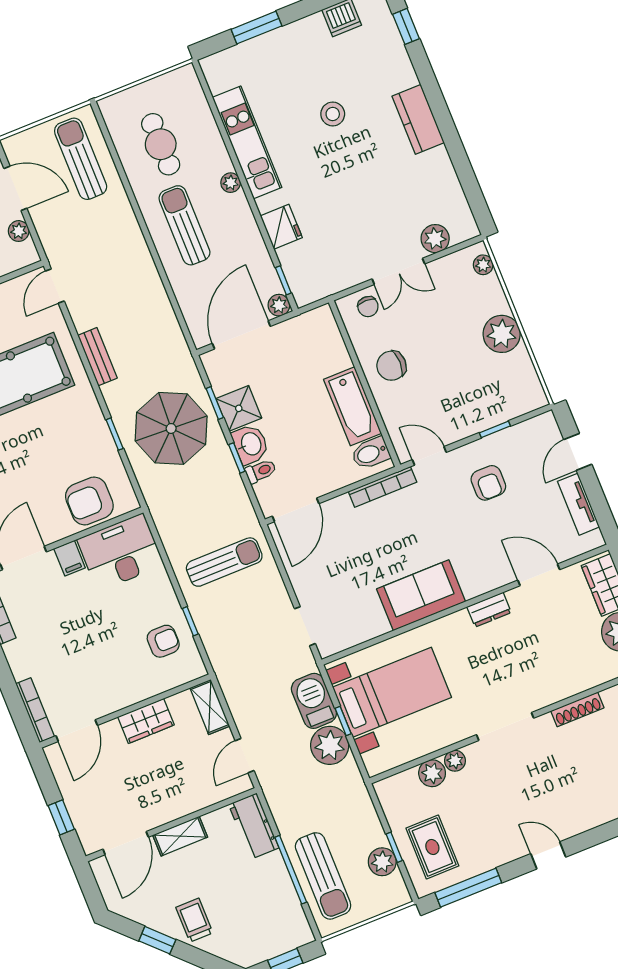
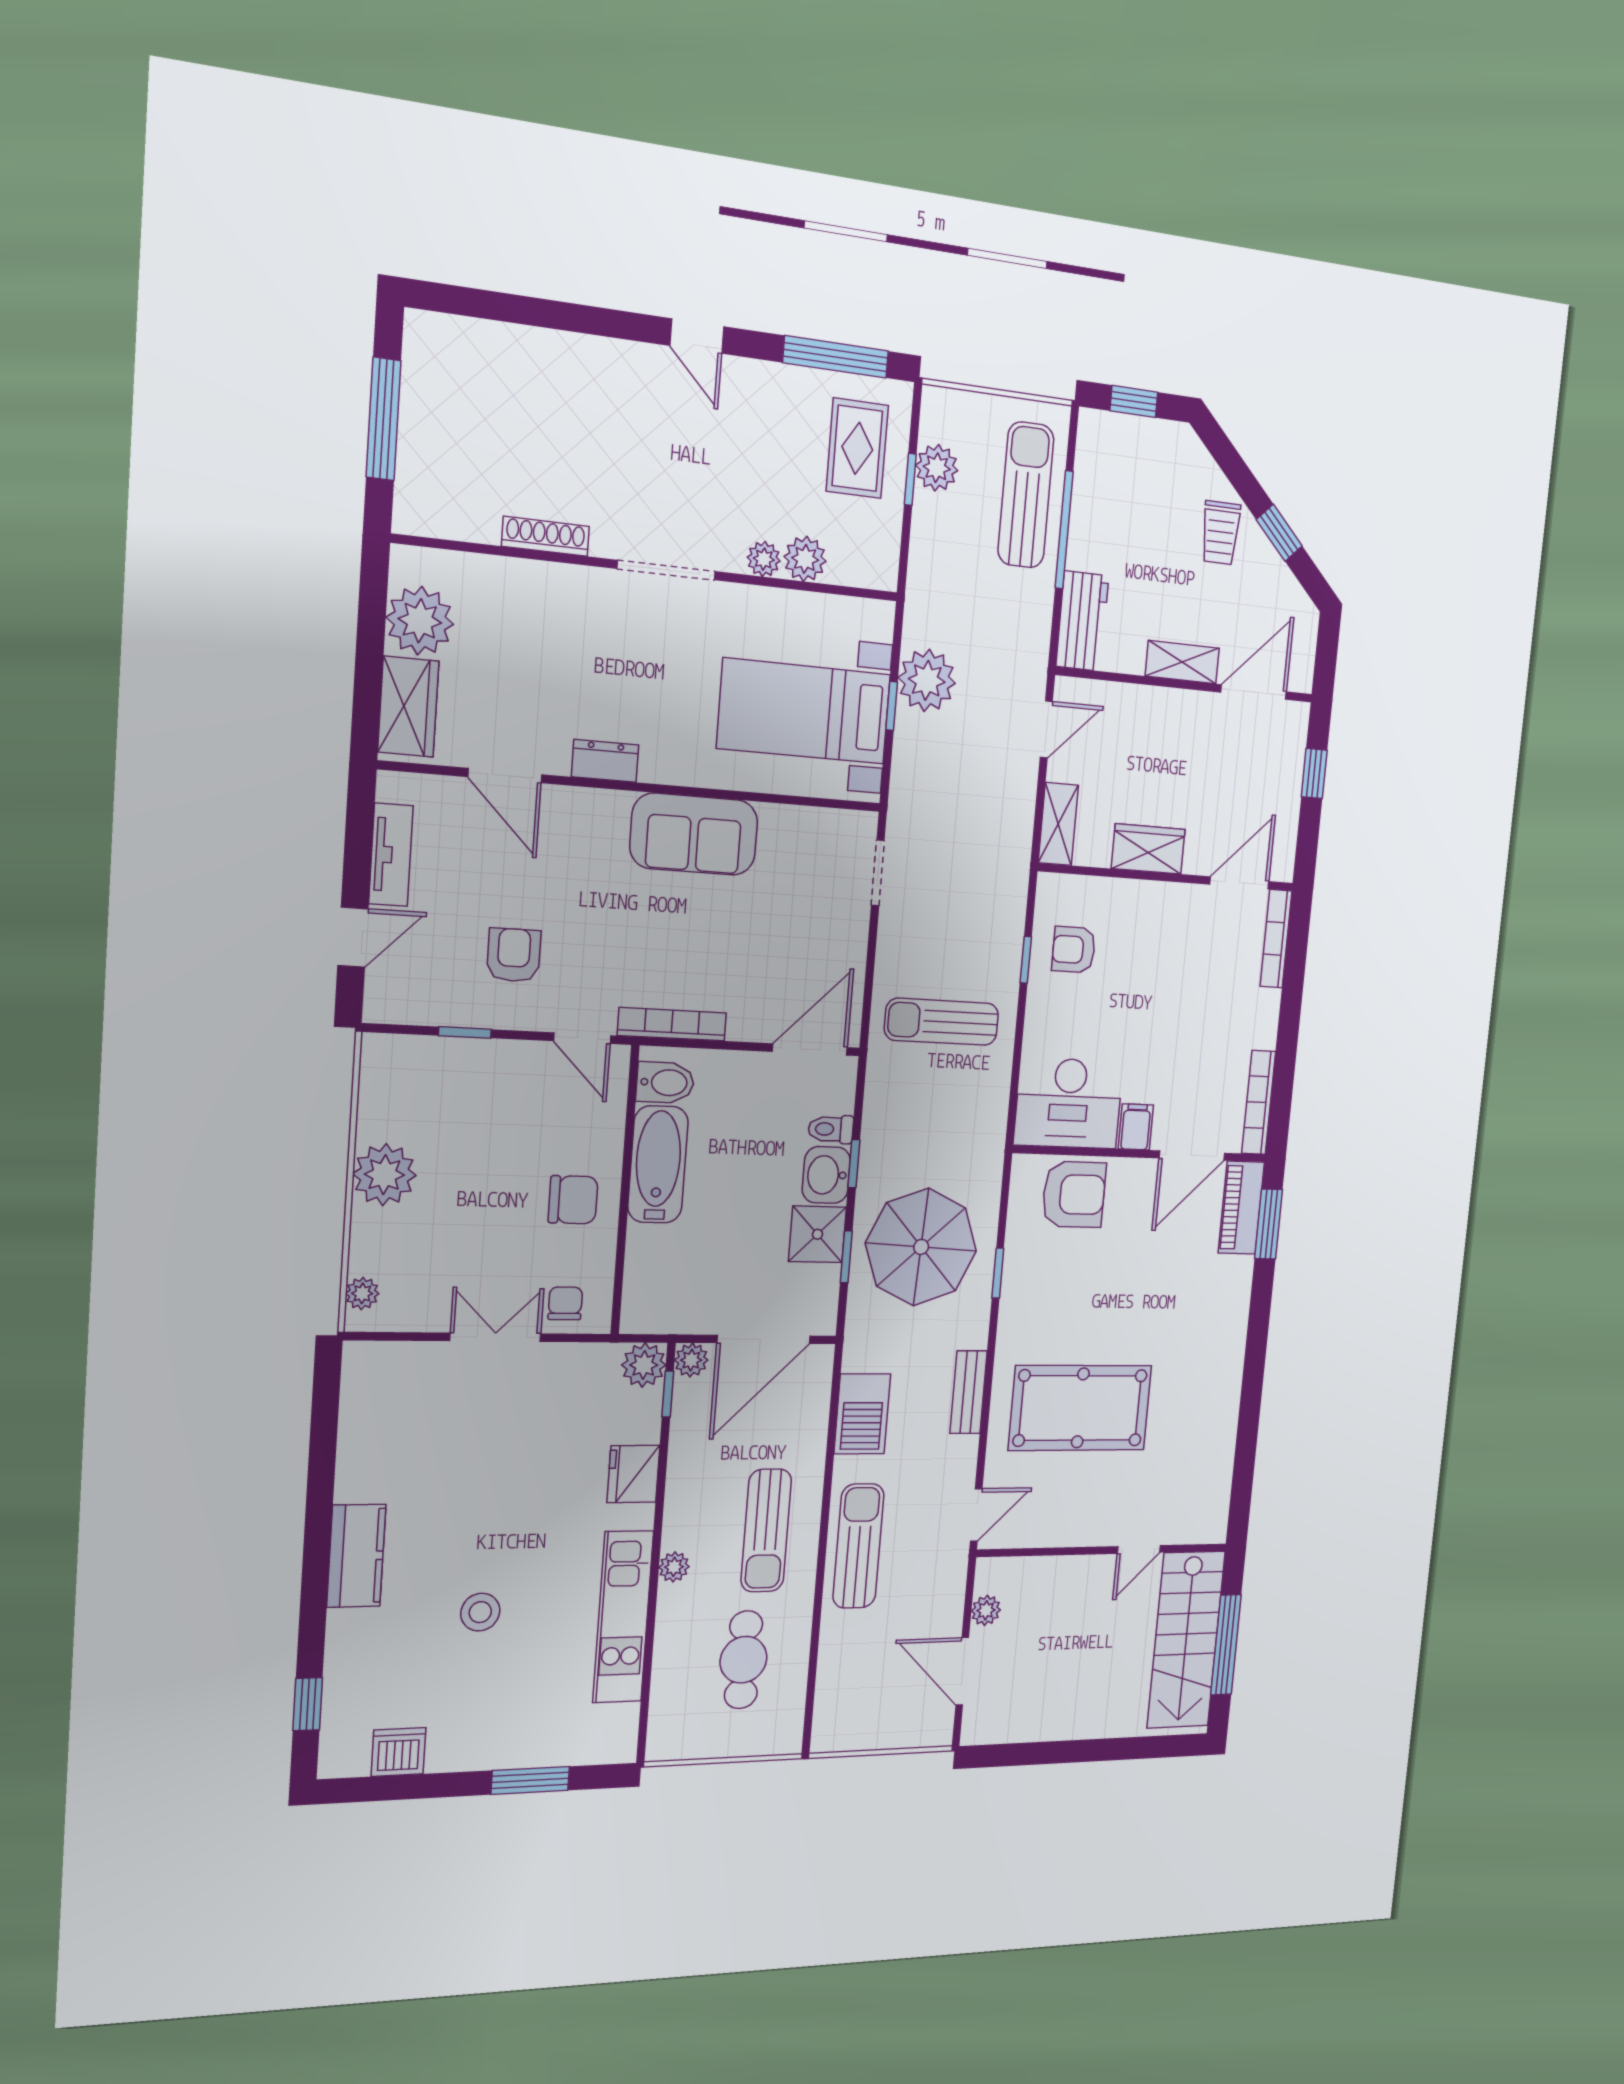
sun lounger: (81, 159) -> (858, 1546), moved, turned 180
plant: (435, 239) -> (644, 1365), moved
barbecue: (314, 701) -> (862, 1414), moved

